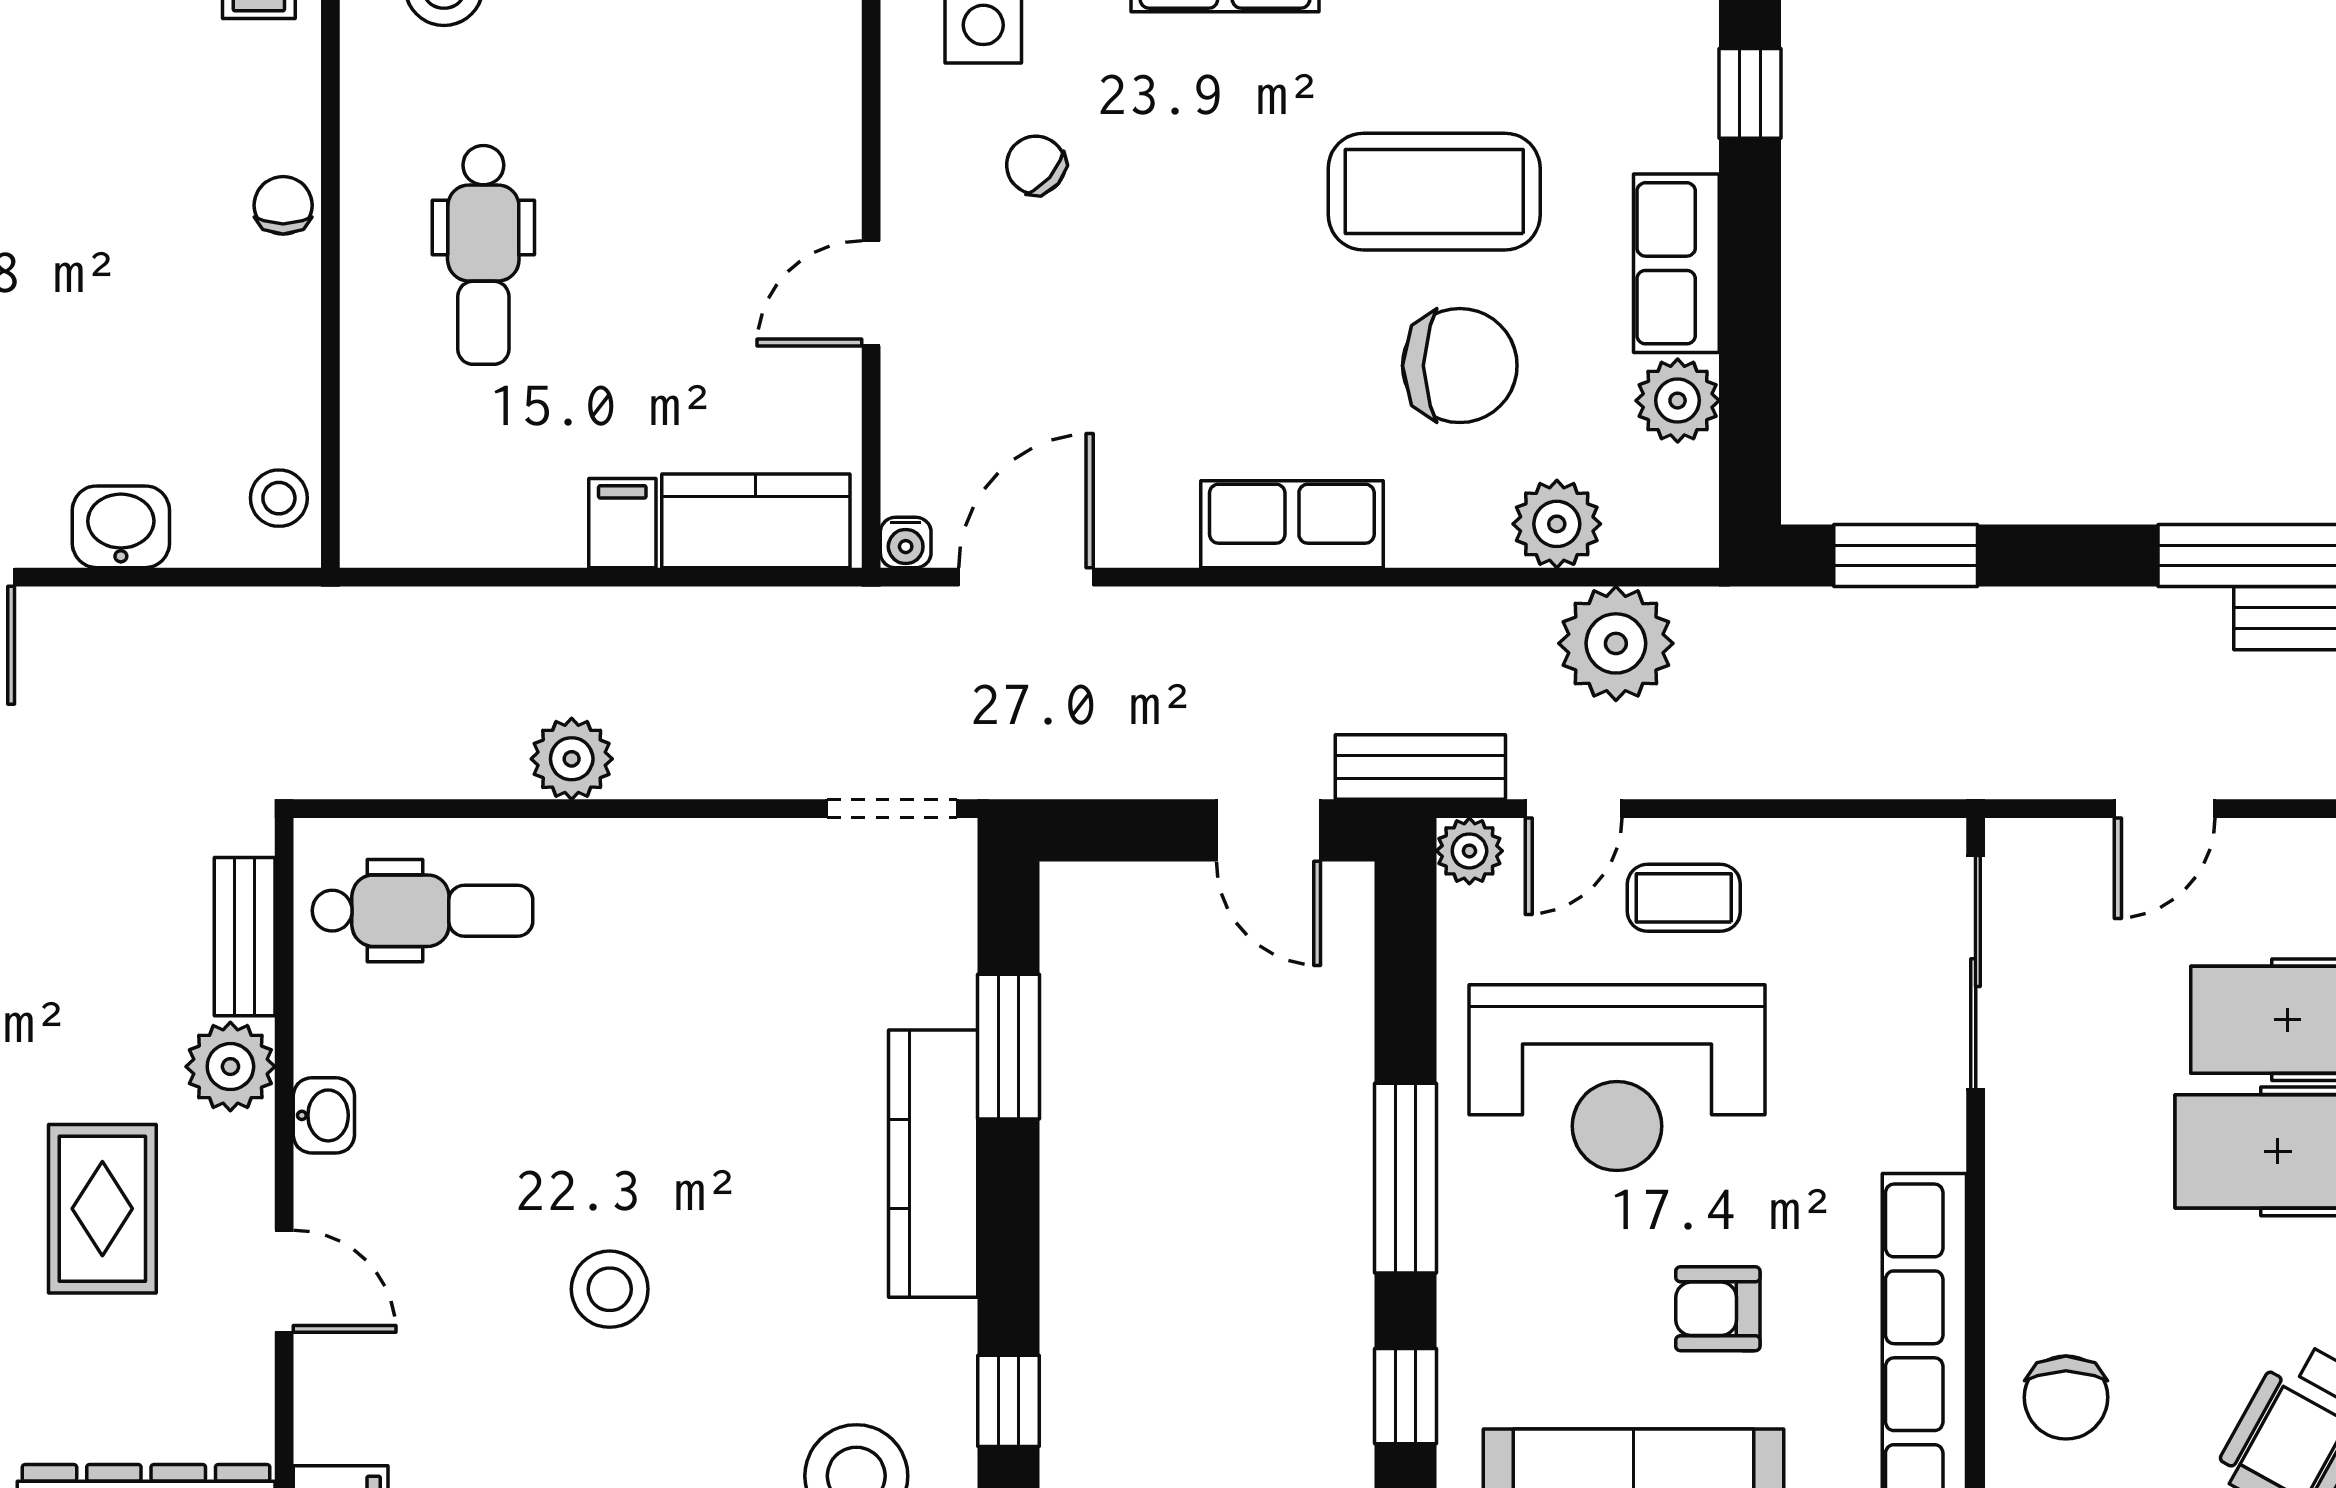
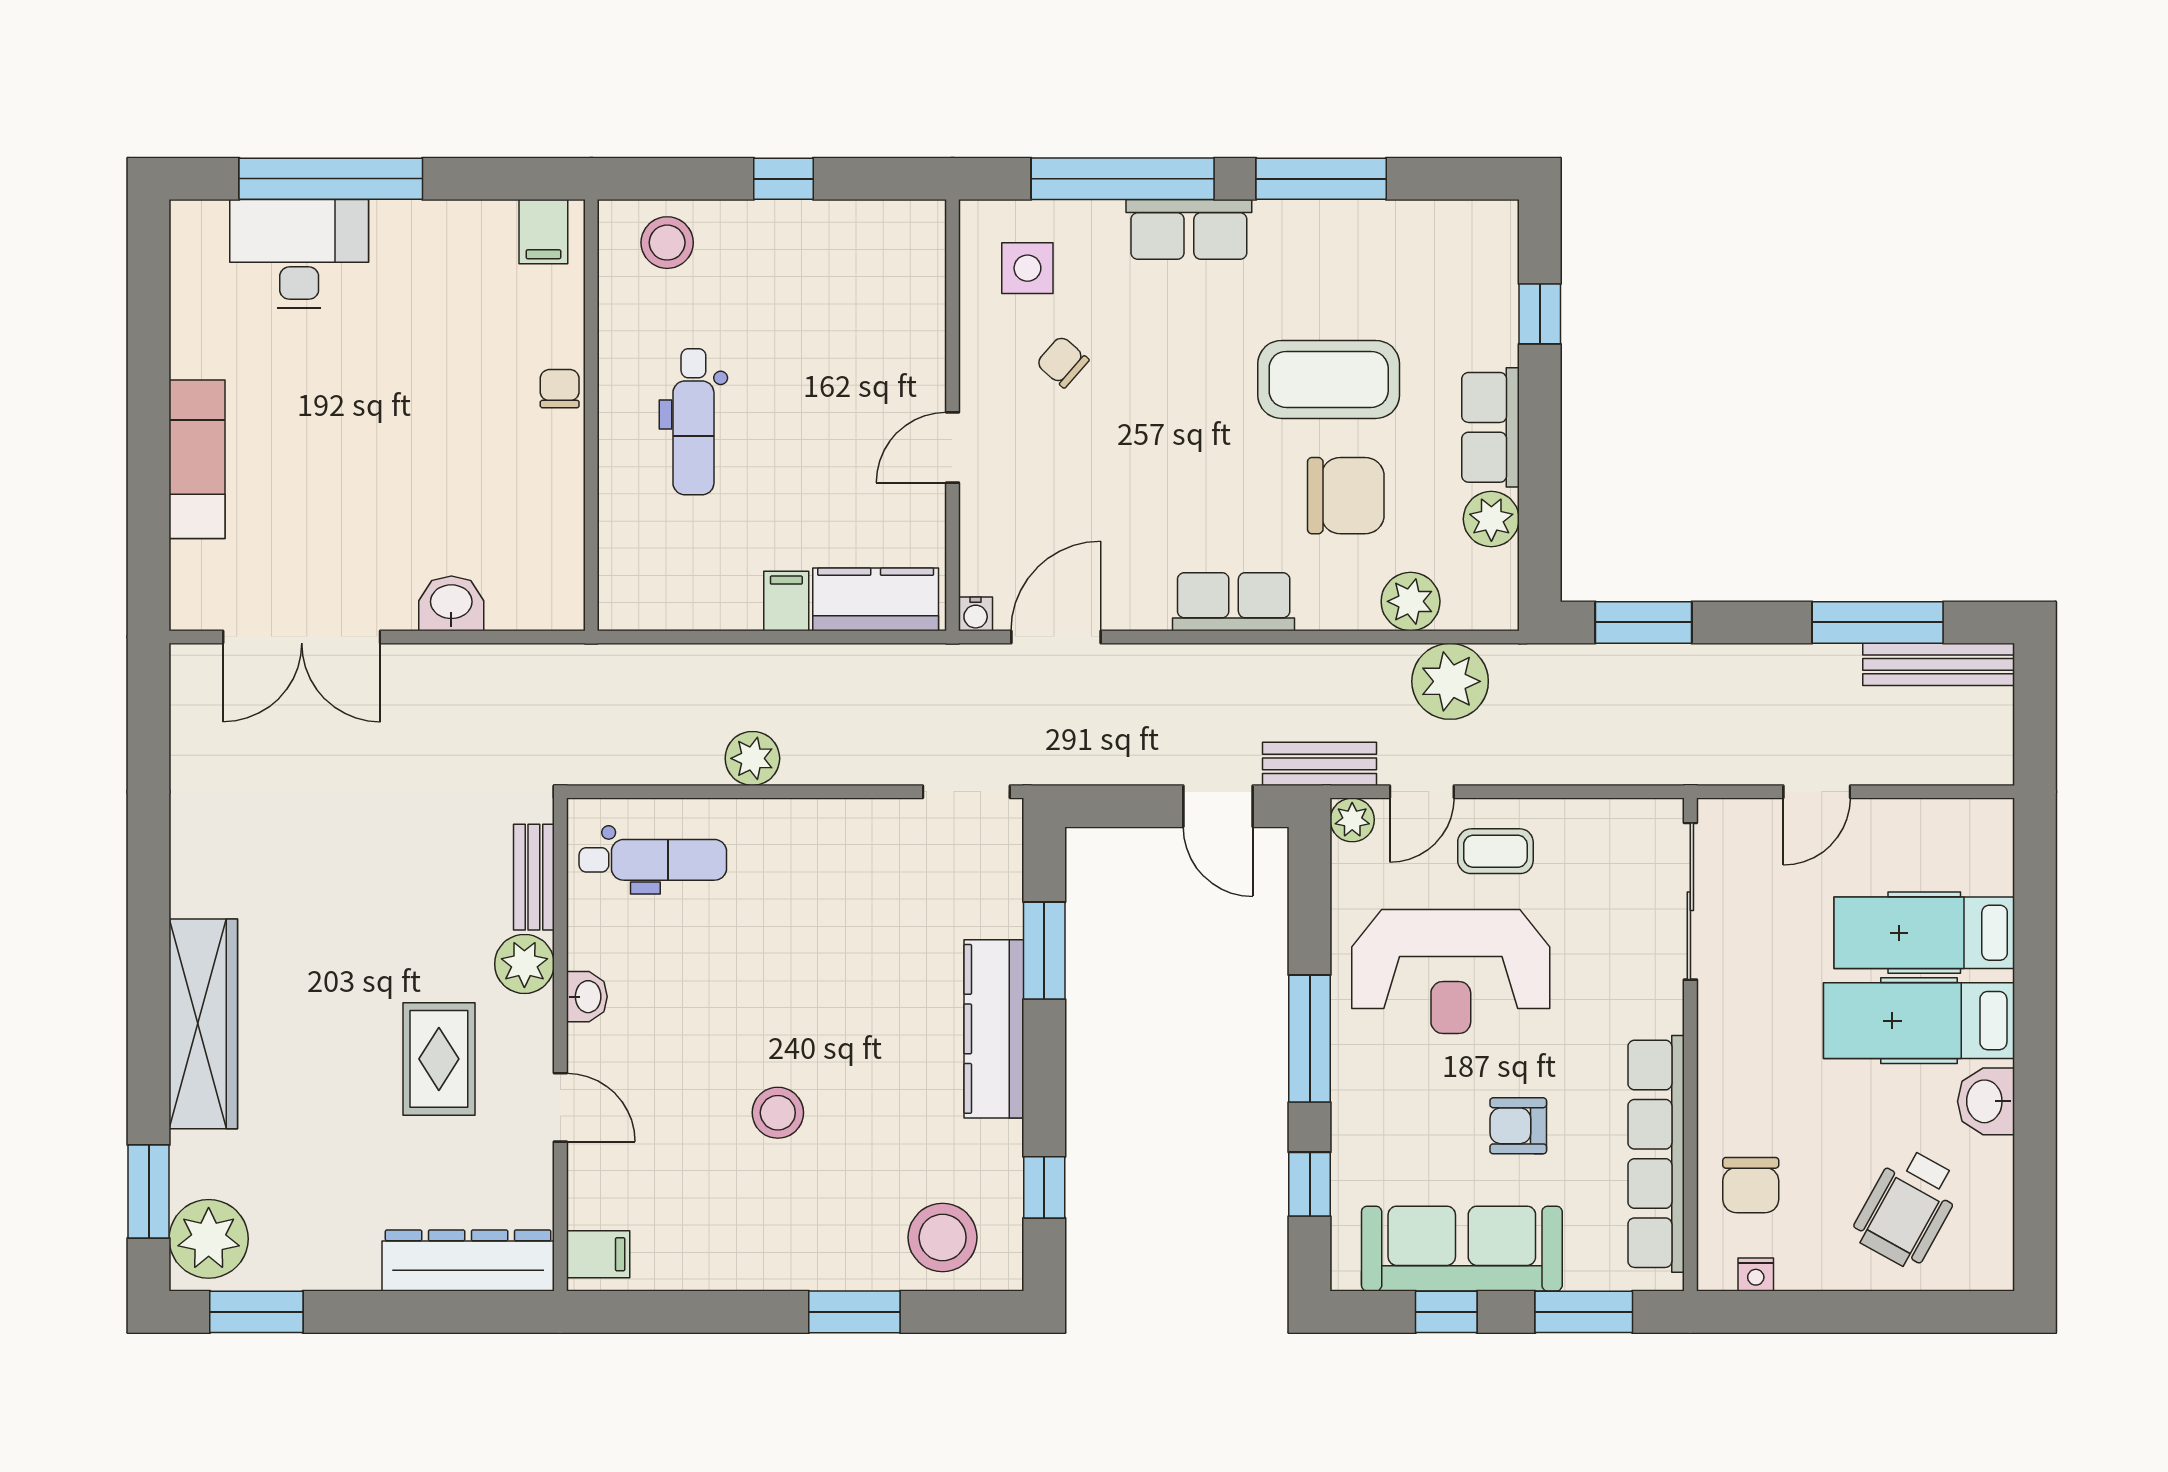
stool: (279, 498) -> (557, 584), removed

